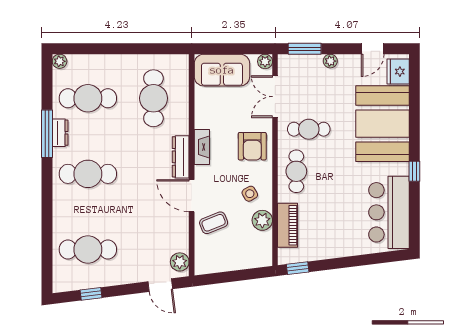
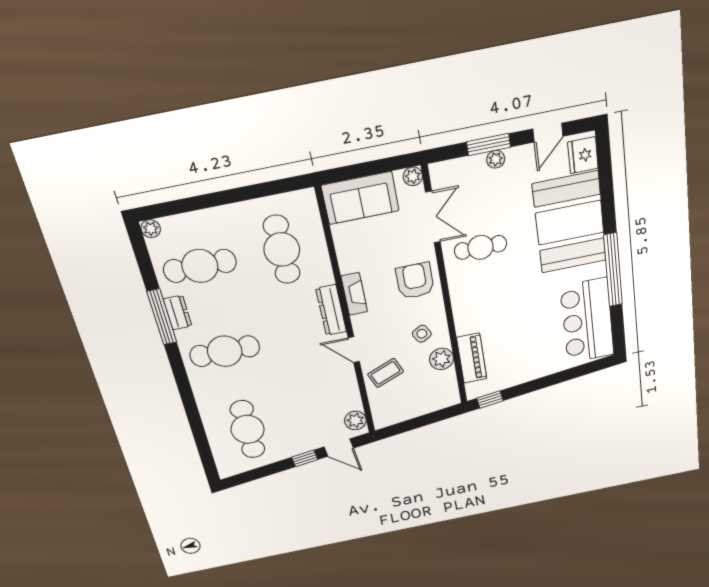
window: (305, 49) -> (489, 145), moved
double door: (275, 97) -> (433, 217), swing flipped
armchair: (252, 146) -> (415, 281), turned 180
cafe table: (296, 171) -> (473, 298), removed
window: (414, 171) -> (613, 270), width x3.17
door: (192, 196) -> (354, 350), width x0.73
cafe table: (88, 249) -> (248, 429), turned 90
window: (91, 294) -> (305, 458), moved

